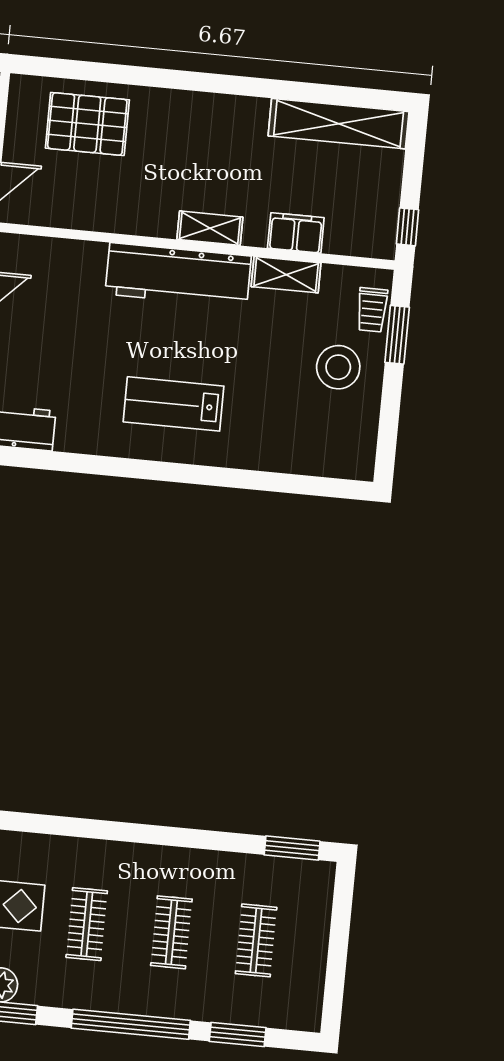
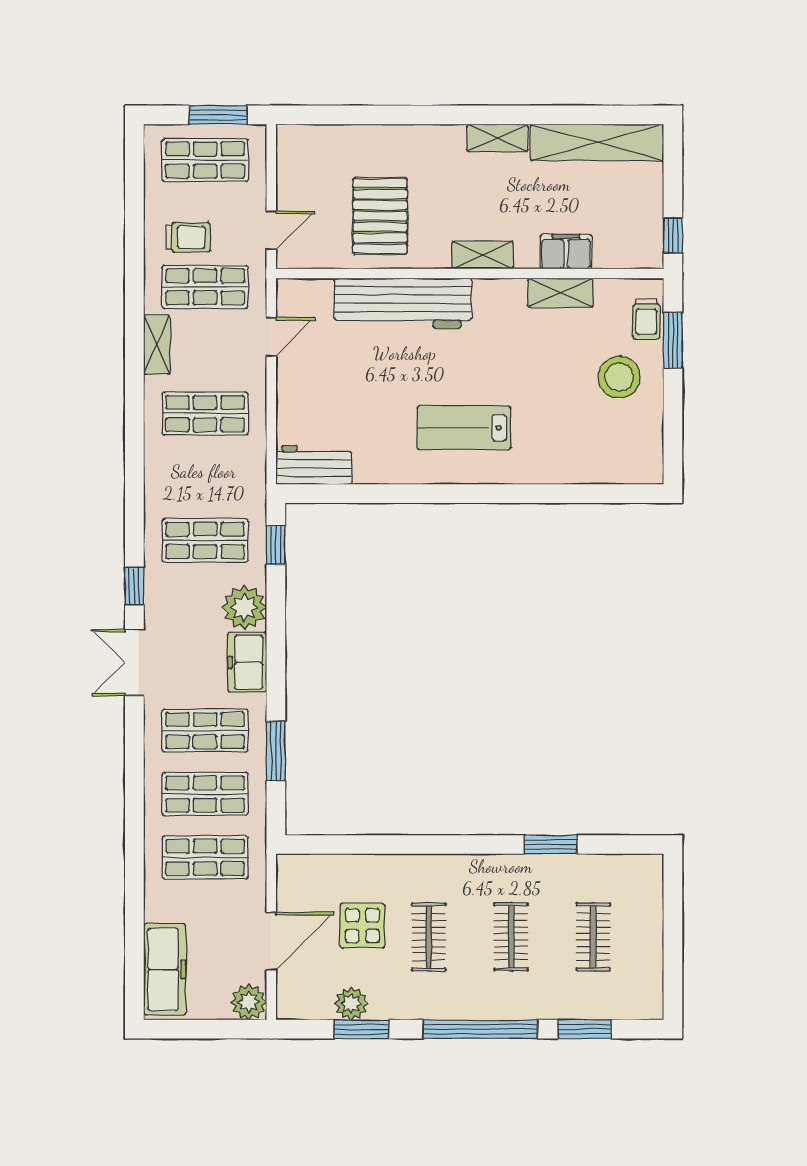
shelving: (236, 109) -> (497, 138), added
pallet: (87, 124) -> (380, 216), moved, turned 90
workbench: (178, 275) -> (403, 303), moved
window: (292, 848) -> (551, 845), moved

